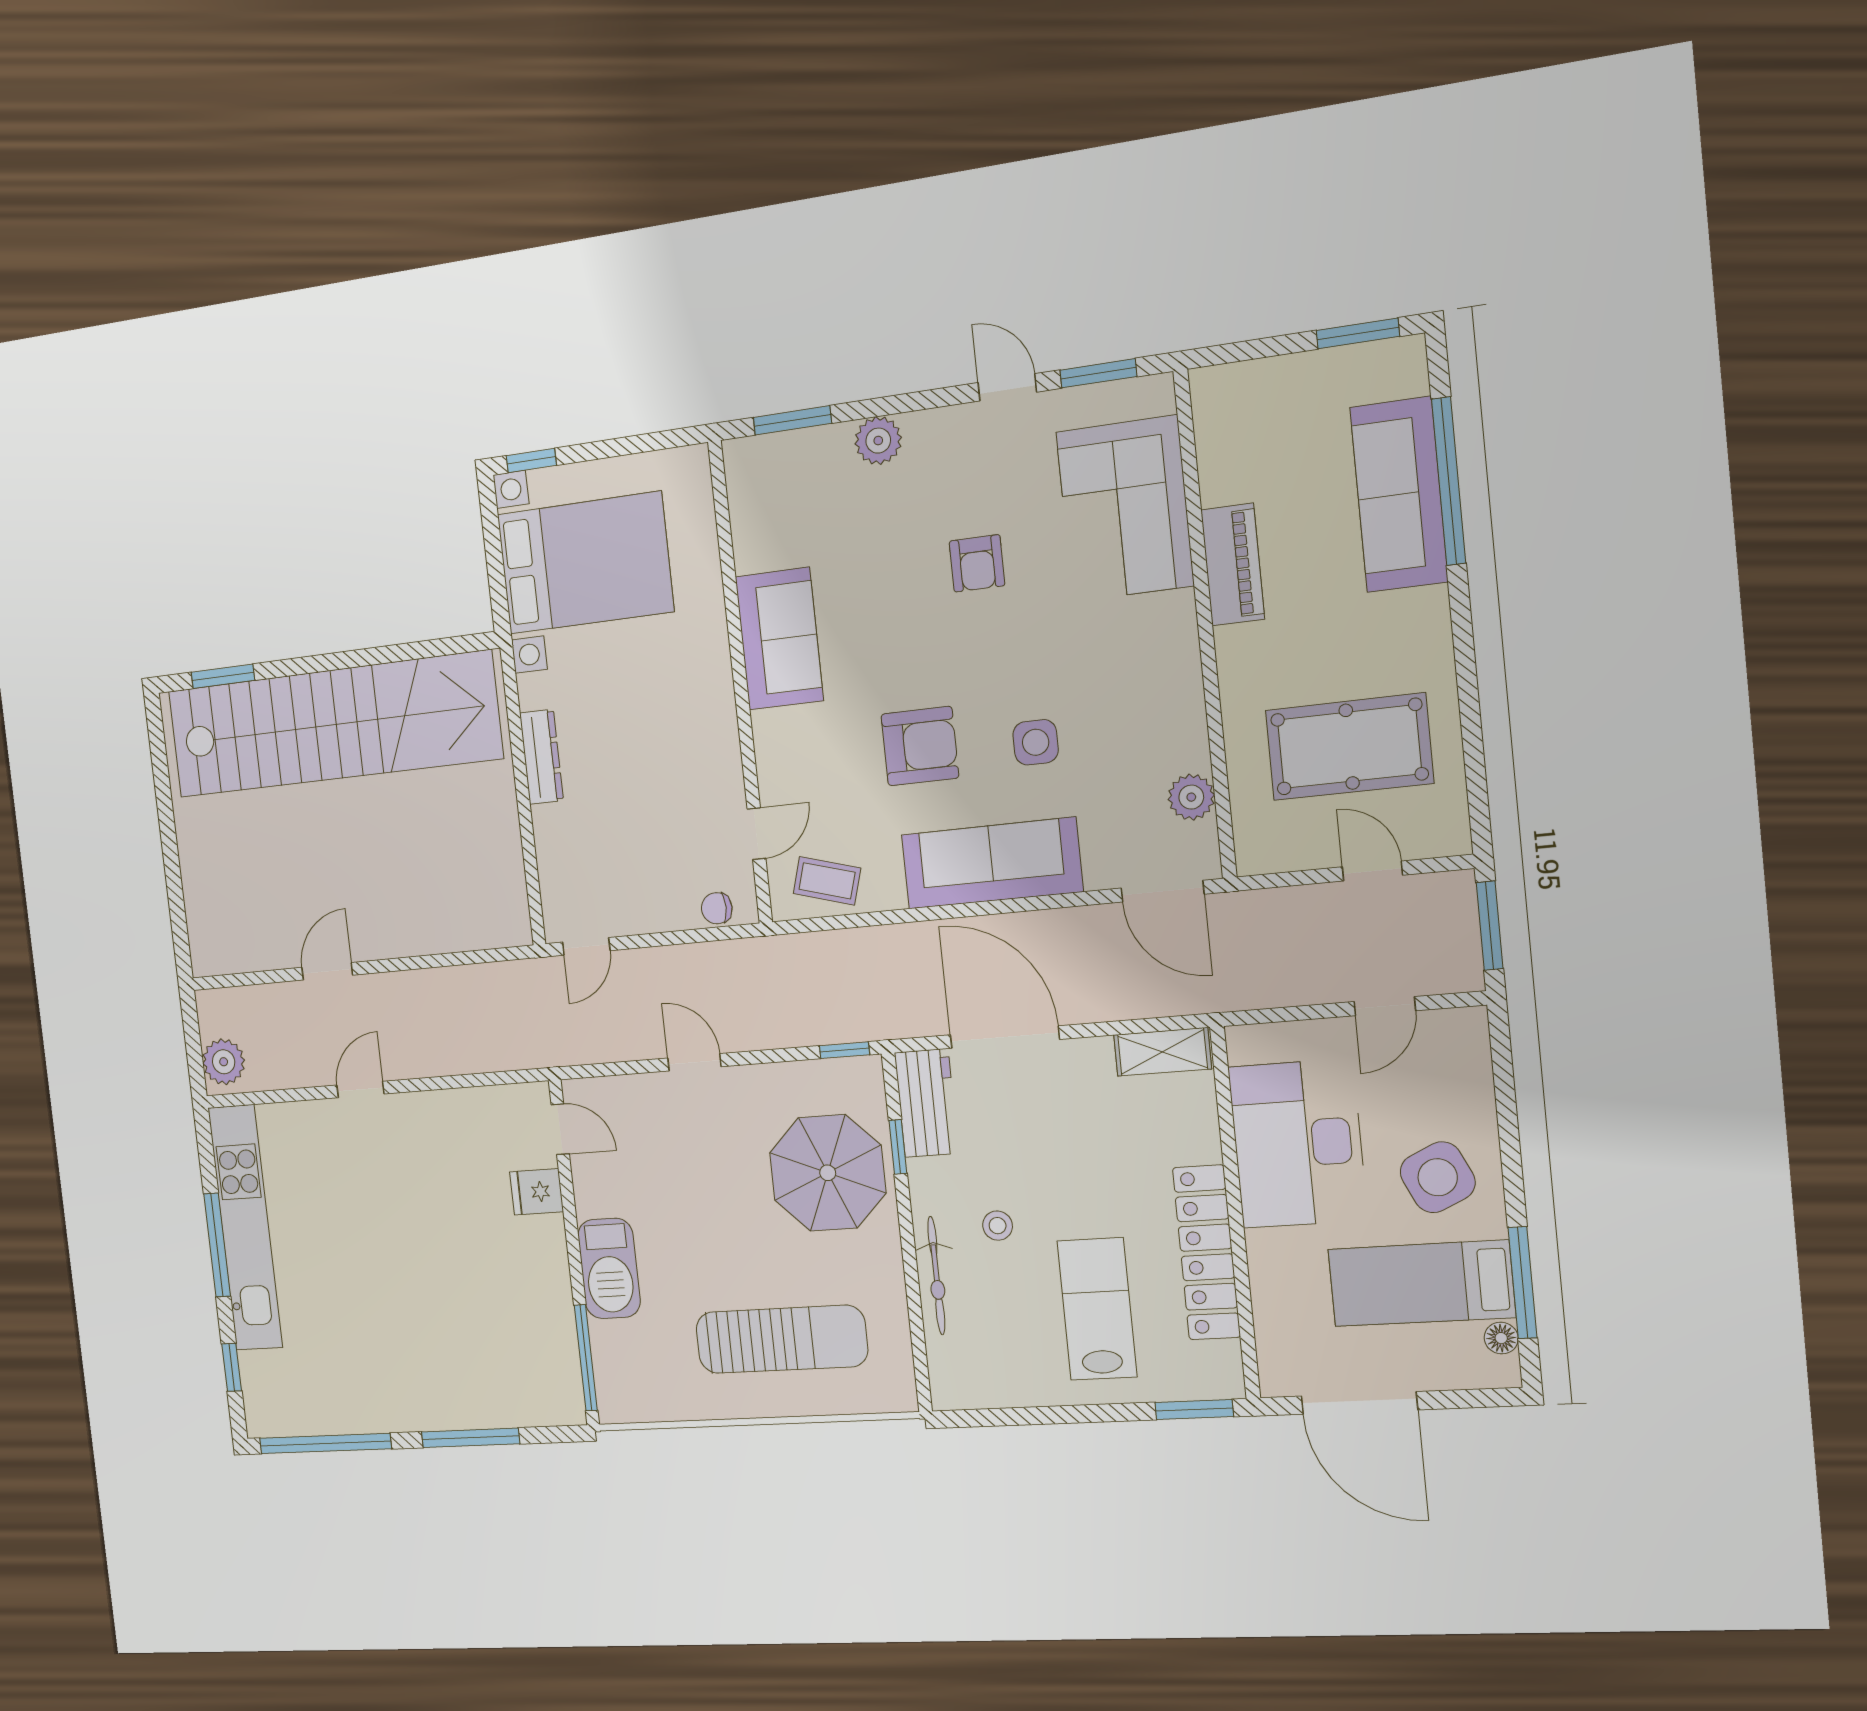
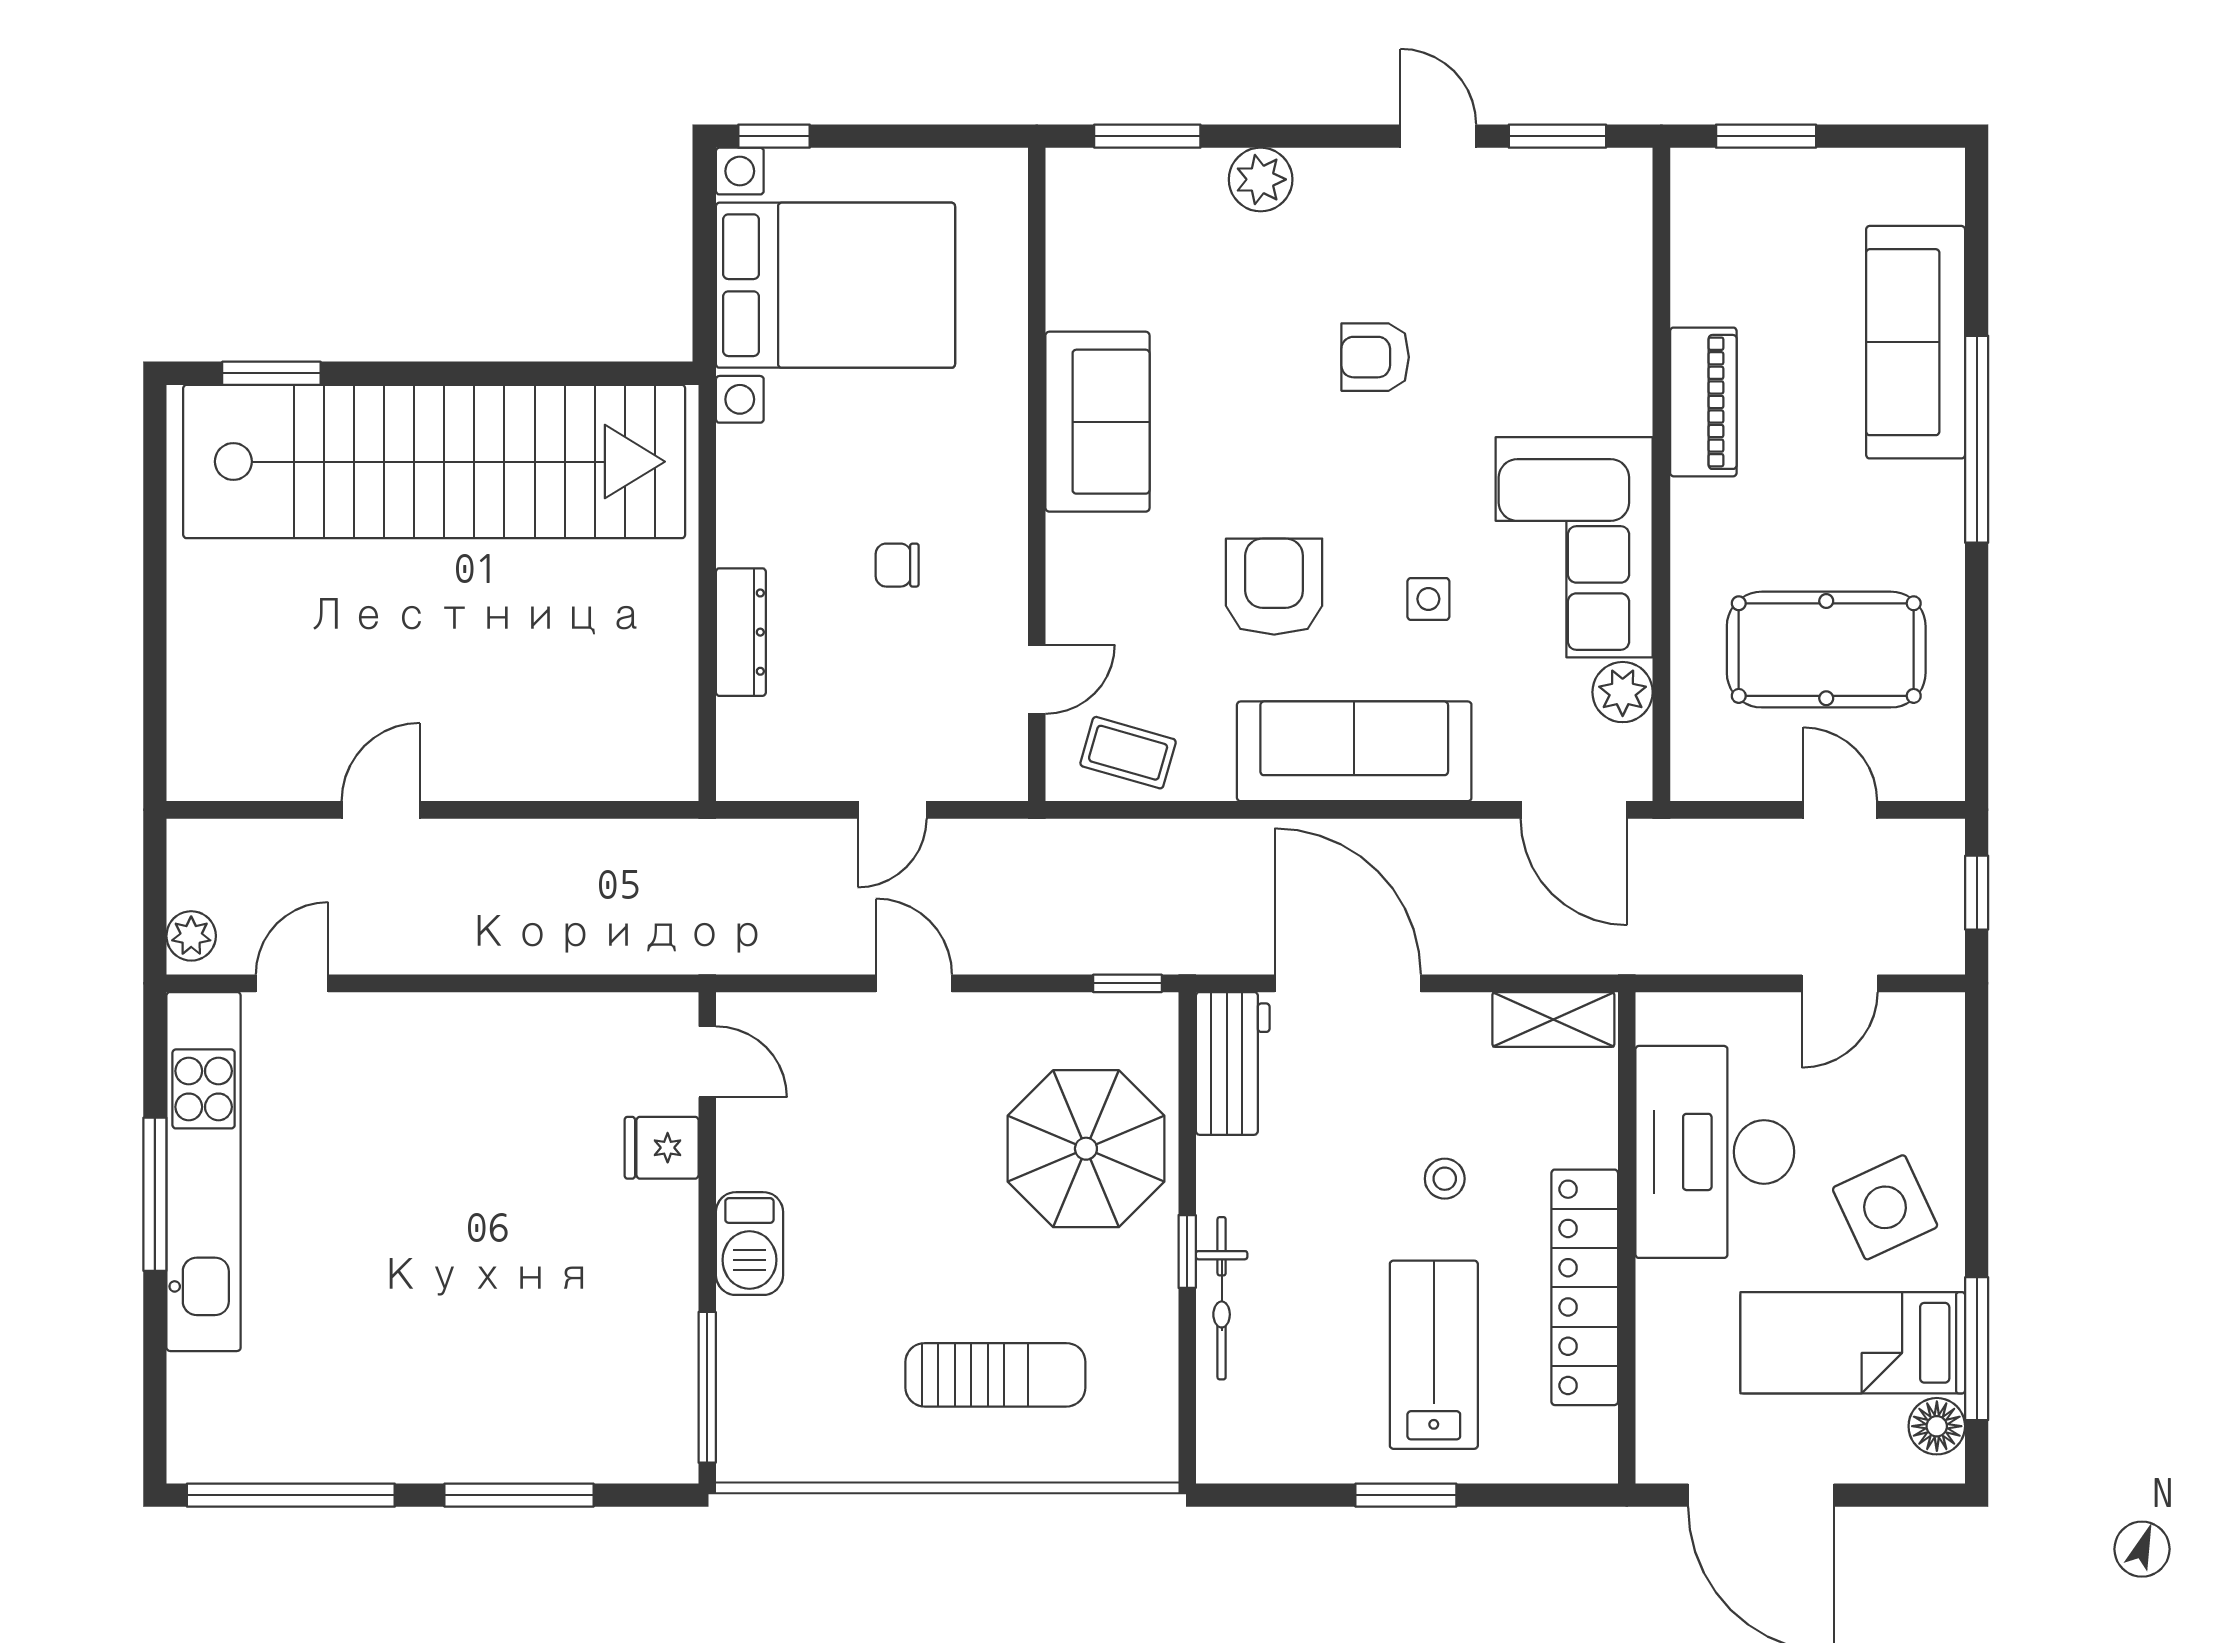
window: (1358, 333) -> (1766, 136), moved
window: (1449, 481) -> (1977, 439), moved
corner sofa: (1125, 509) -> (1574, 547), moved
armchair: (977, 563) -> (1375, 357), turned 90
side table: (1036, 742) -> (1428, 599), width x0.73, depth x0.73
armchair: (920, 746) -> (1274, 587), turned -90
dresser: (541, 757) -> (741, 632), moved
chair: (717, 908) -> (897, 565), moved
window: (1490, 926) -> (1977, 893), width x0.67
door: (586, 946) -> (892, 810), moved
plant: (224, 1062) -> (191, 936), width x0.73, depth x0.73
door: (360, 1090) -> (292, 983), moved
window: (898, 1147) -> (1187, 1252), moved
stool: (998, 1226) -> (1445, 1179), moved
barbecue: (609, 1268) -> (749, 1244), width x0.73, depth x0.83
floor lamp: (1501, 1338) -> (1937, 1426), width x1.37, depth x1.37
sun lounger: (781, 1339) -> (995, 1375), width x0.73, depth x0.75
window: (232, 1367) -> (155, 1376), removed
window: (1194, 1409) -> (1406, 1495), moved

